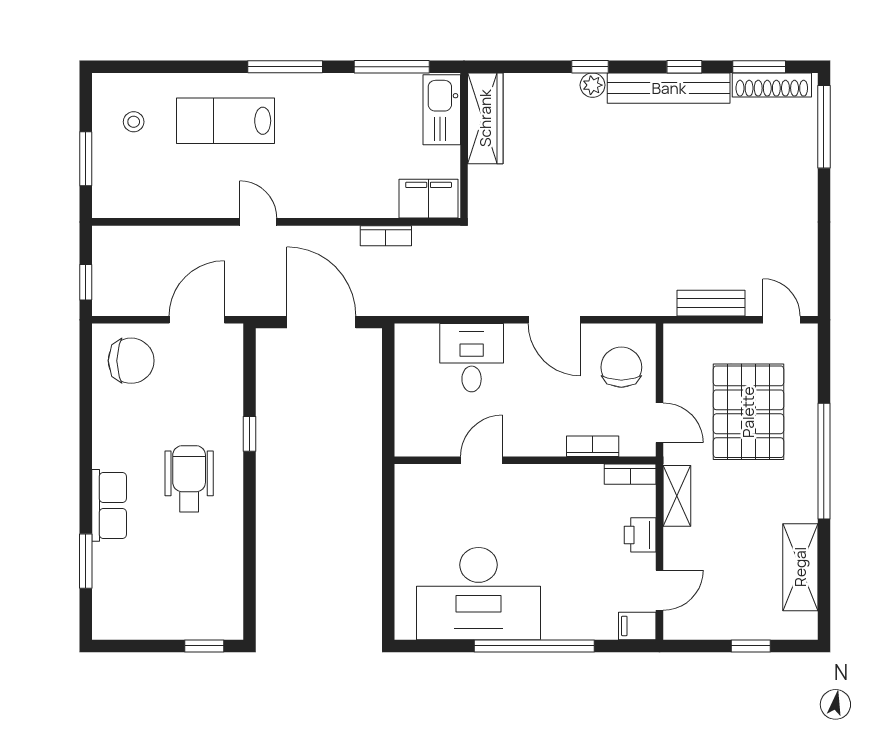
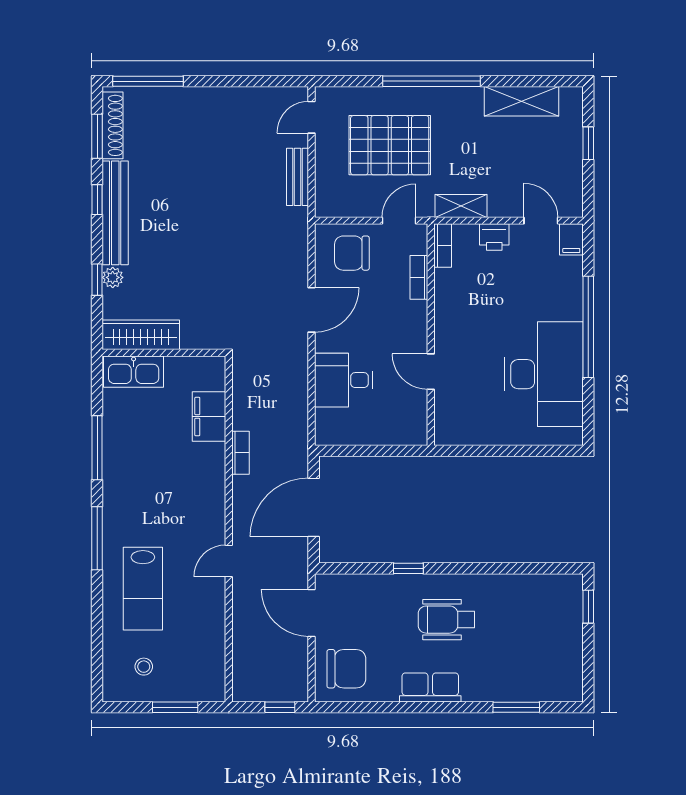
kitchen sink: (442, 110) -> (134, 372), moved
wardrobe: (485, 118) -> (141, 335), moved
wall: (464, 146) -> (164, 353), moved
chair: (131, 361) -> (346, 669), turned 90
row of seats: (109, 505) -> (430, 687), moved

